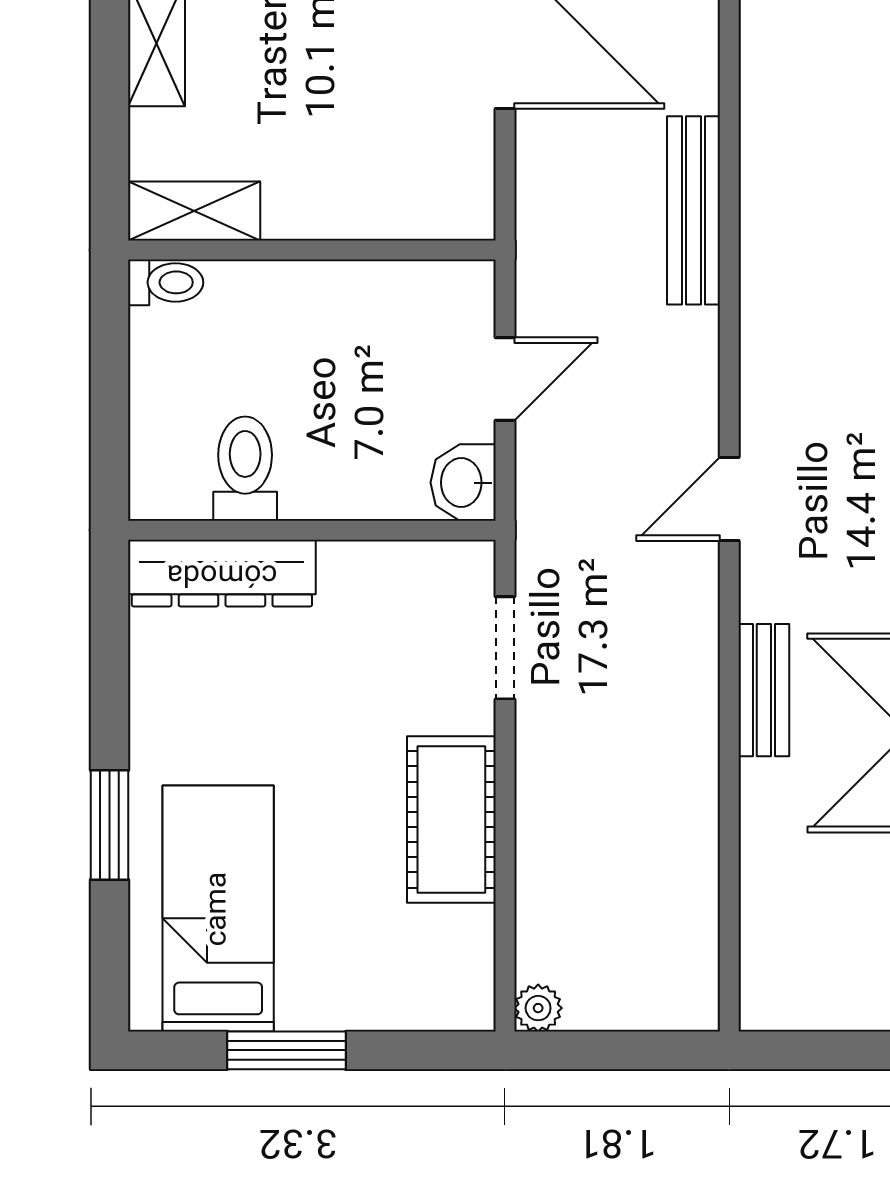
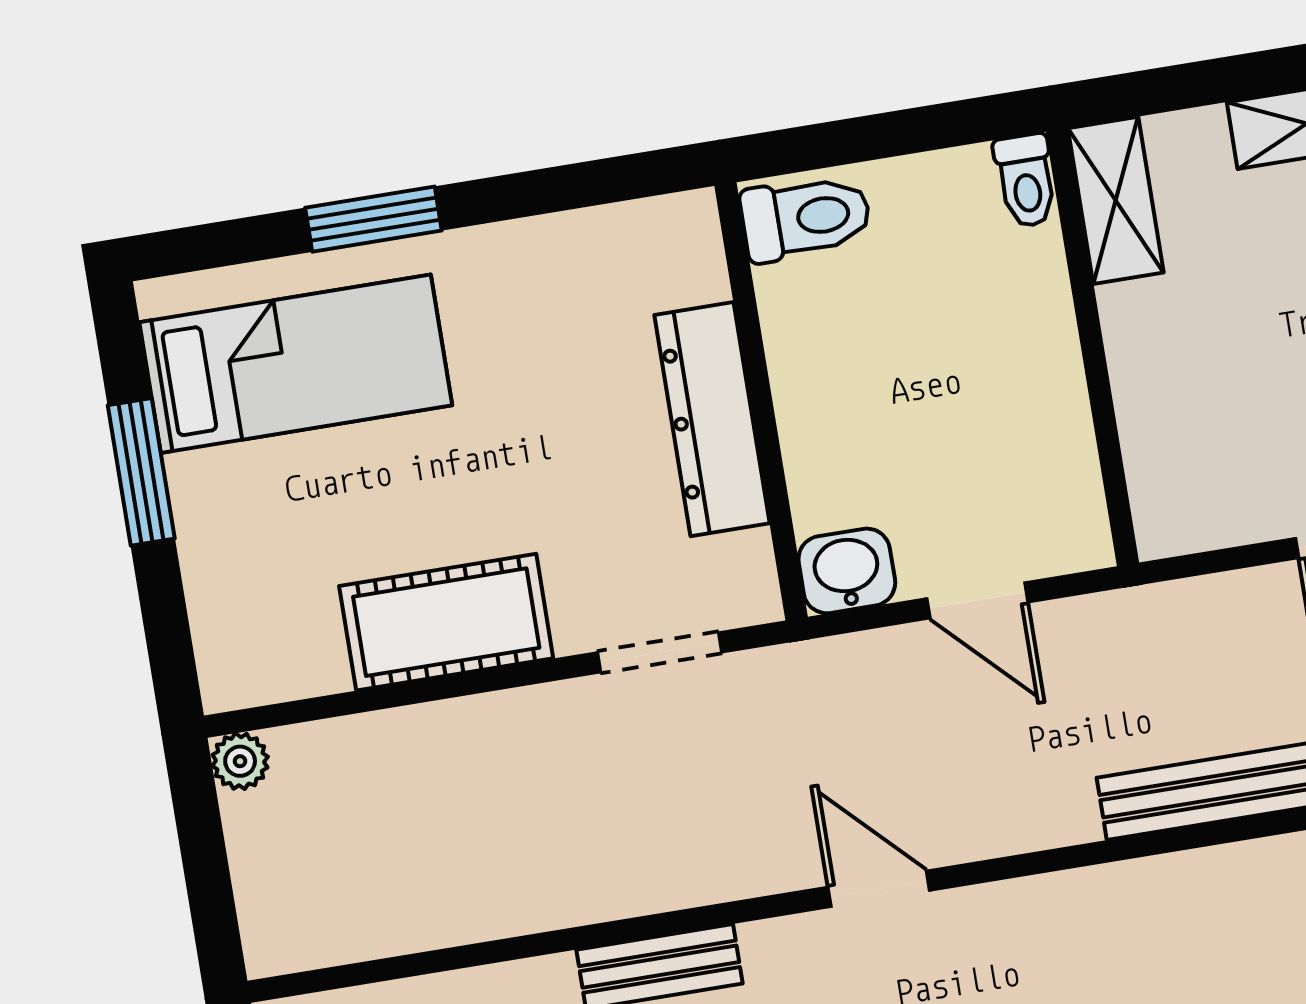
toilet: (245, 469) -> (806, 218), moved
dresser: (222, 573) -> (712, 419), moved

